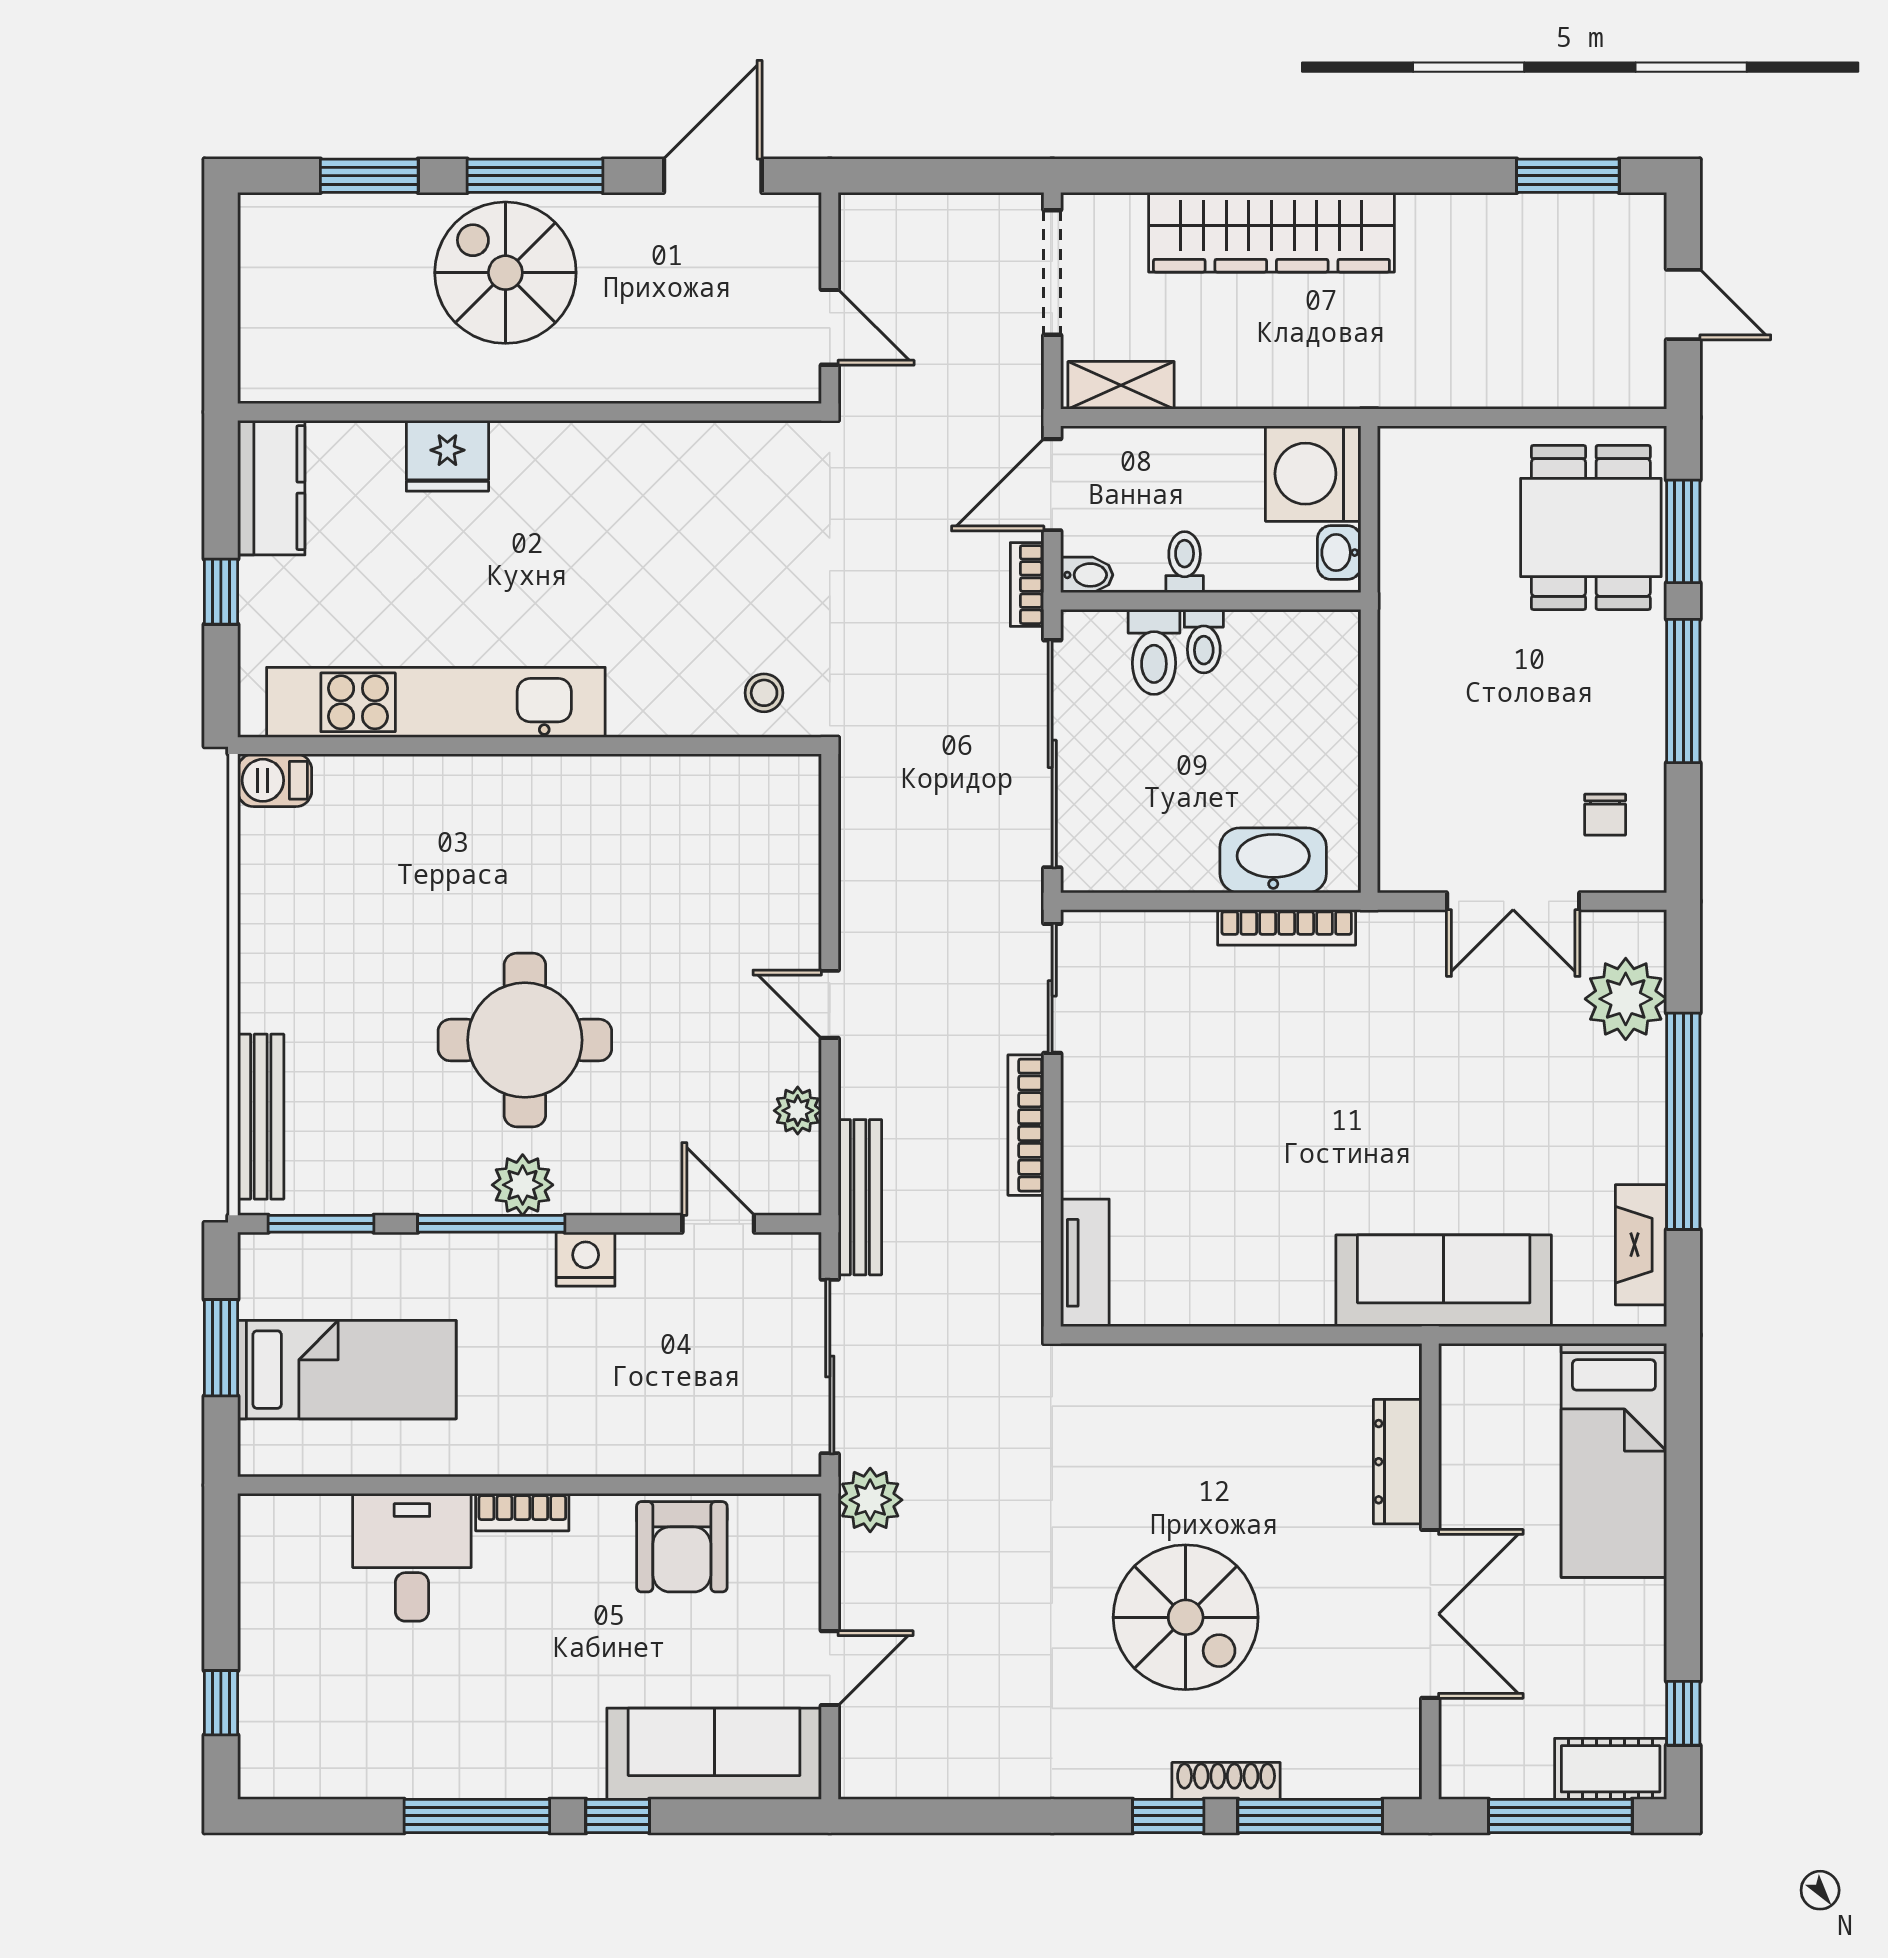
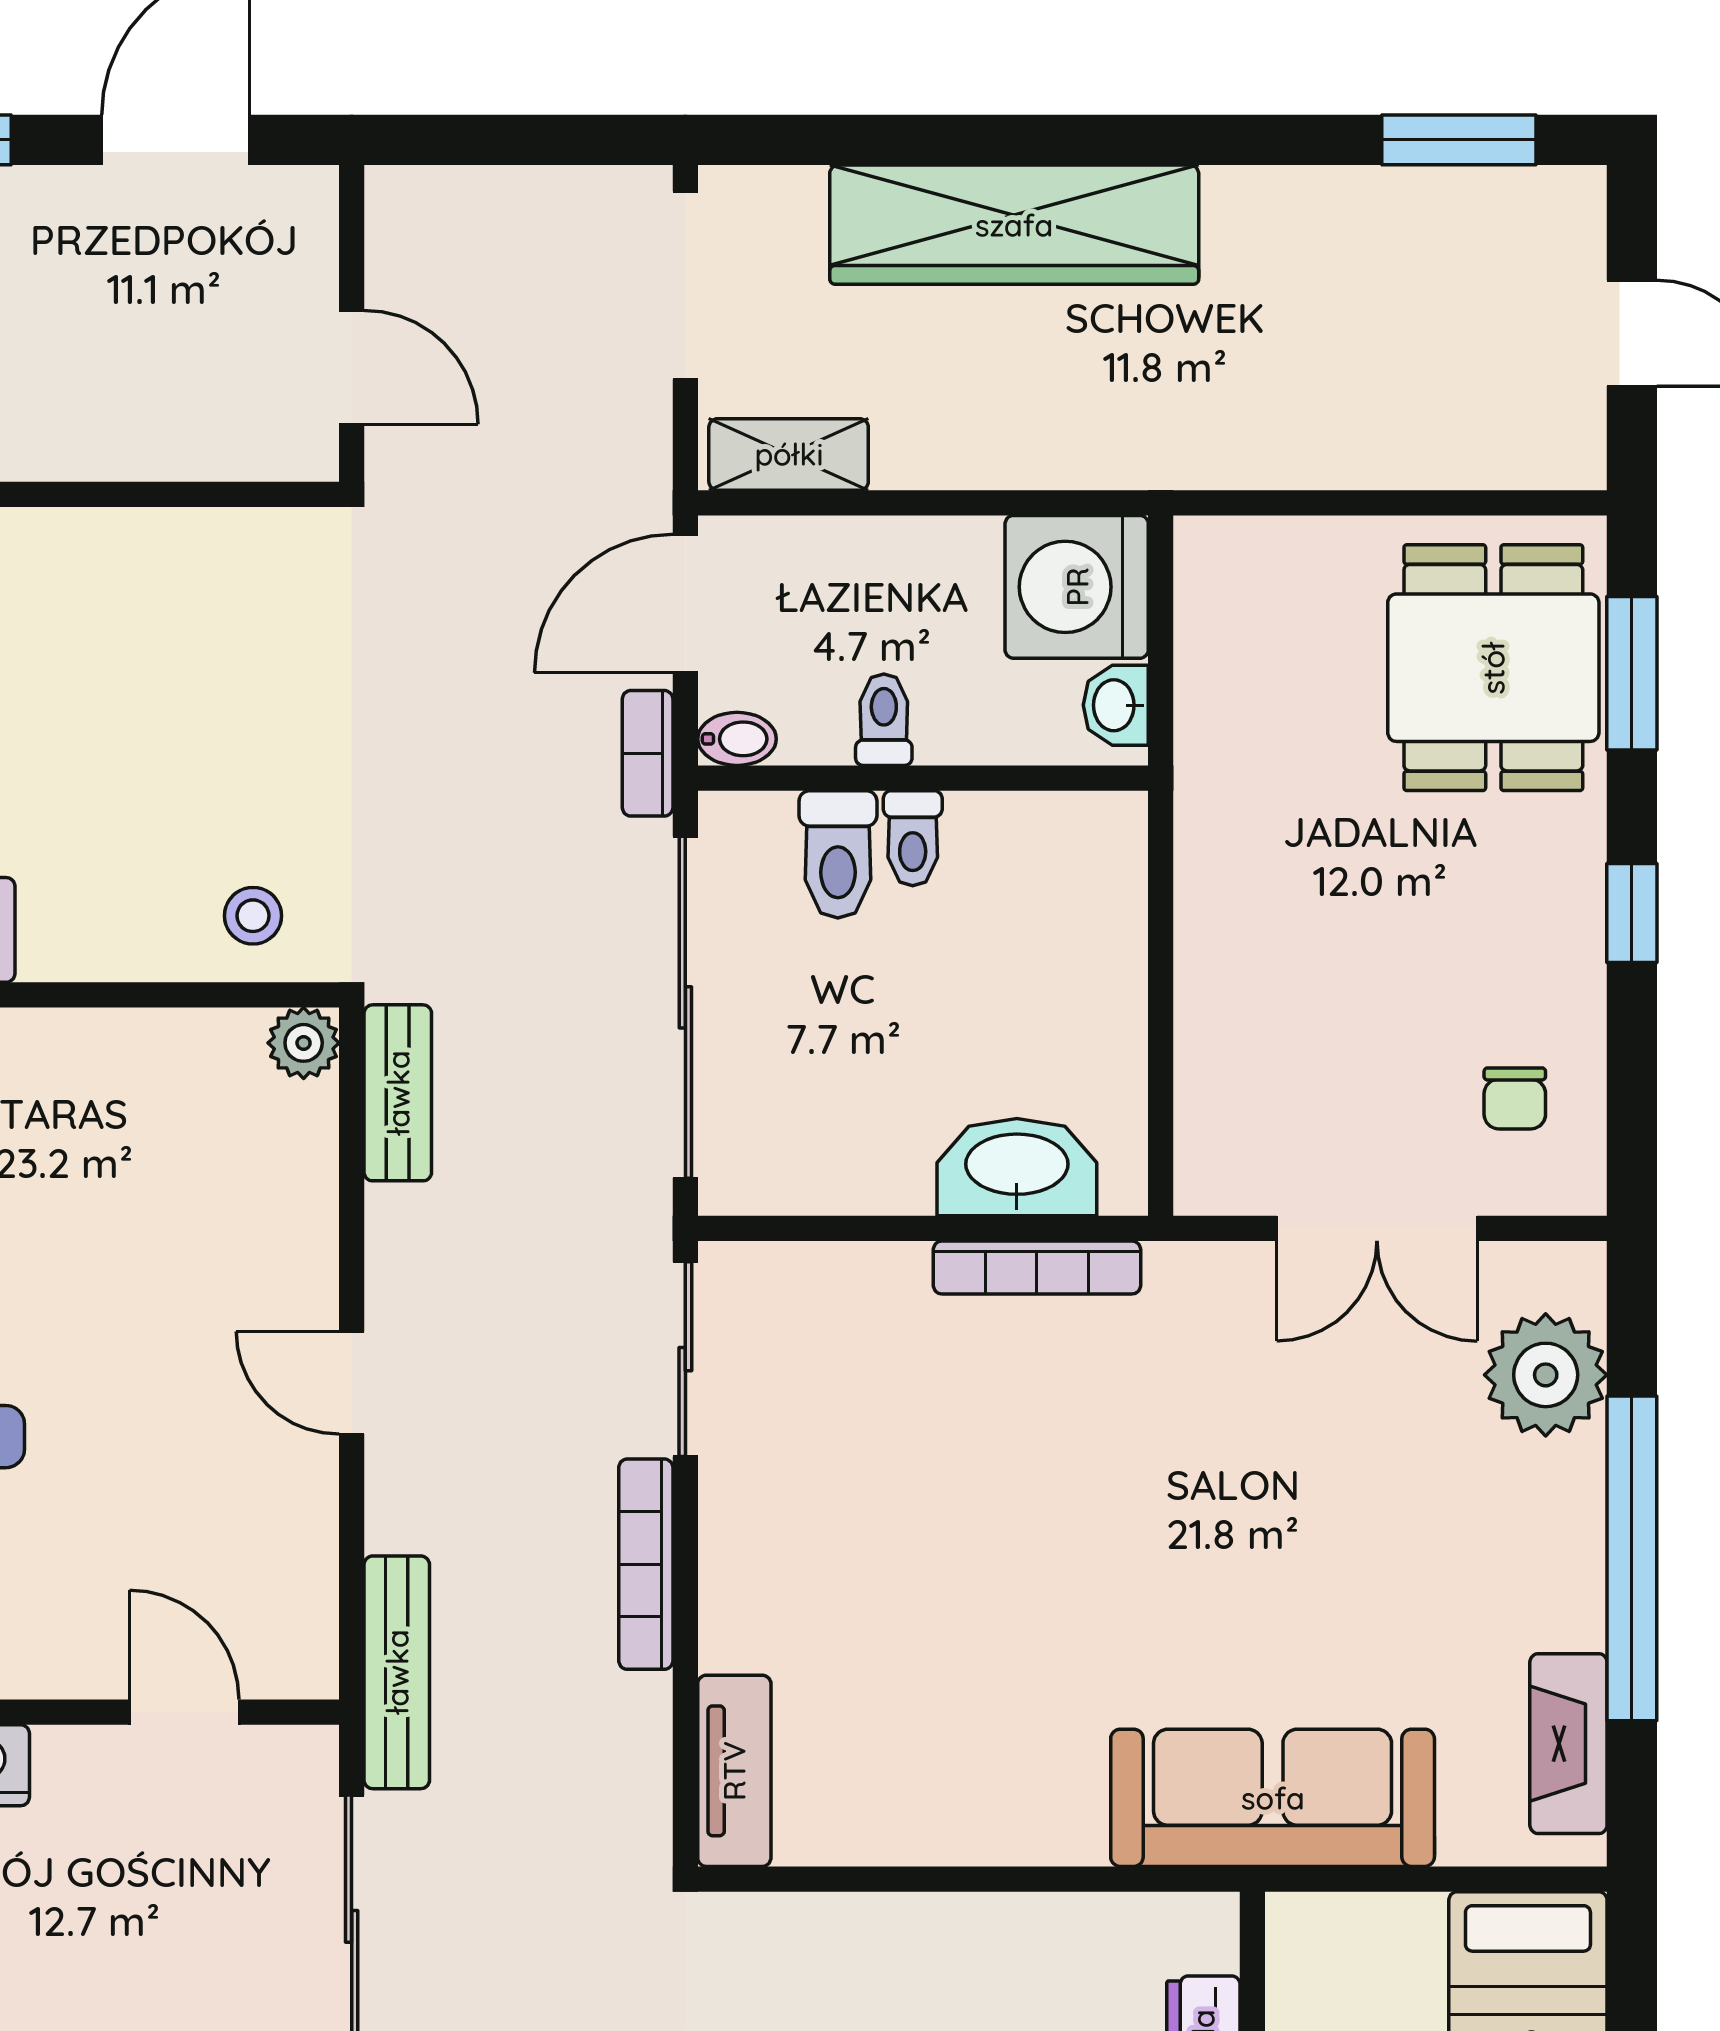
window: (1683, 691) -> (1632, 913), width x0.46
bench: (861, 811) -> (398, 1093), added
plant: (798, 1111) -> (304, 1043), moved

